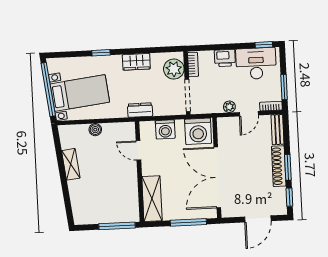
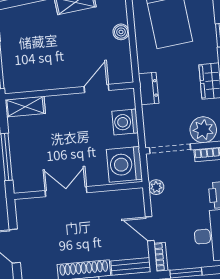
plant: (229, 107) -> (156, 187), moved
double door: (217, 177) -> (66, 192), width x0.54
shelving: (152, 199) -> (25, 107), width x0.67, depth x0.75

